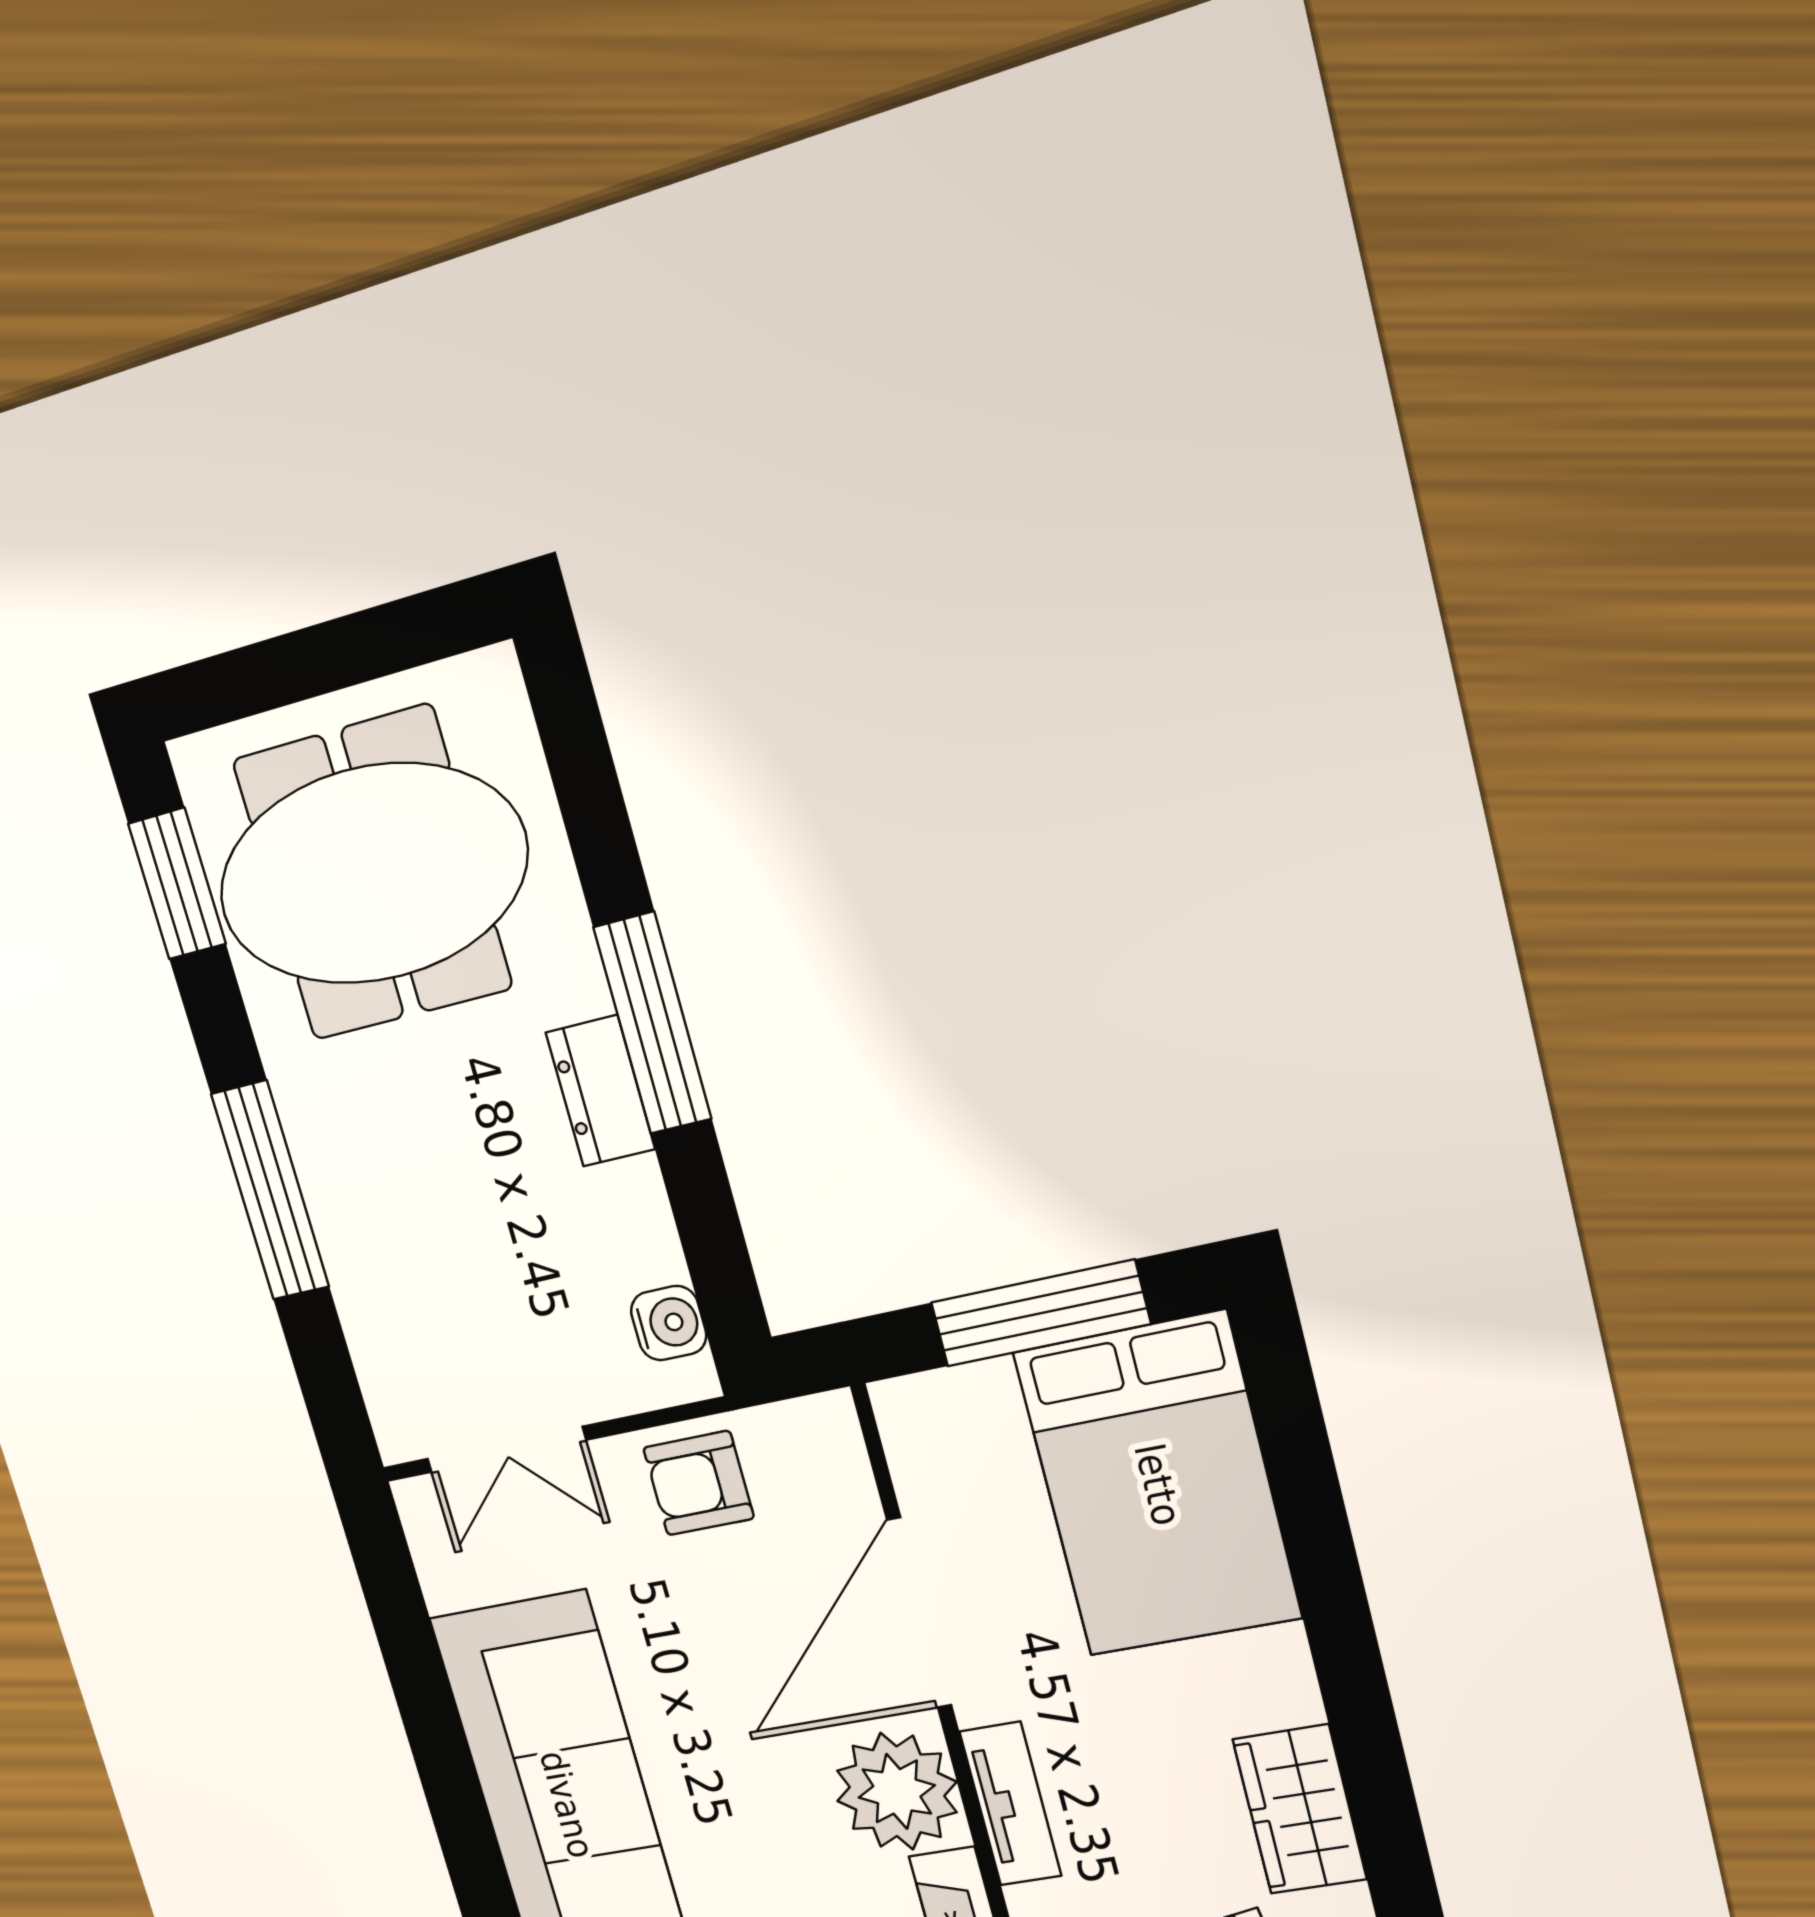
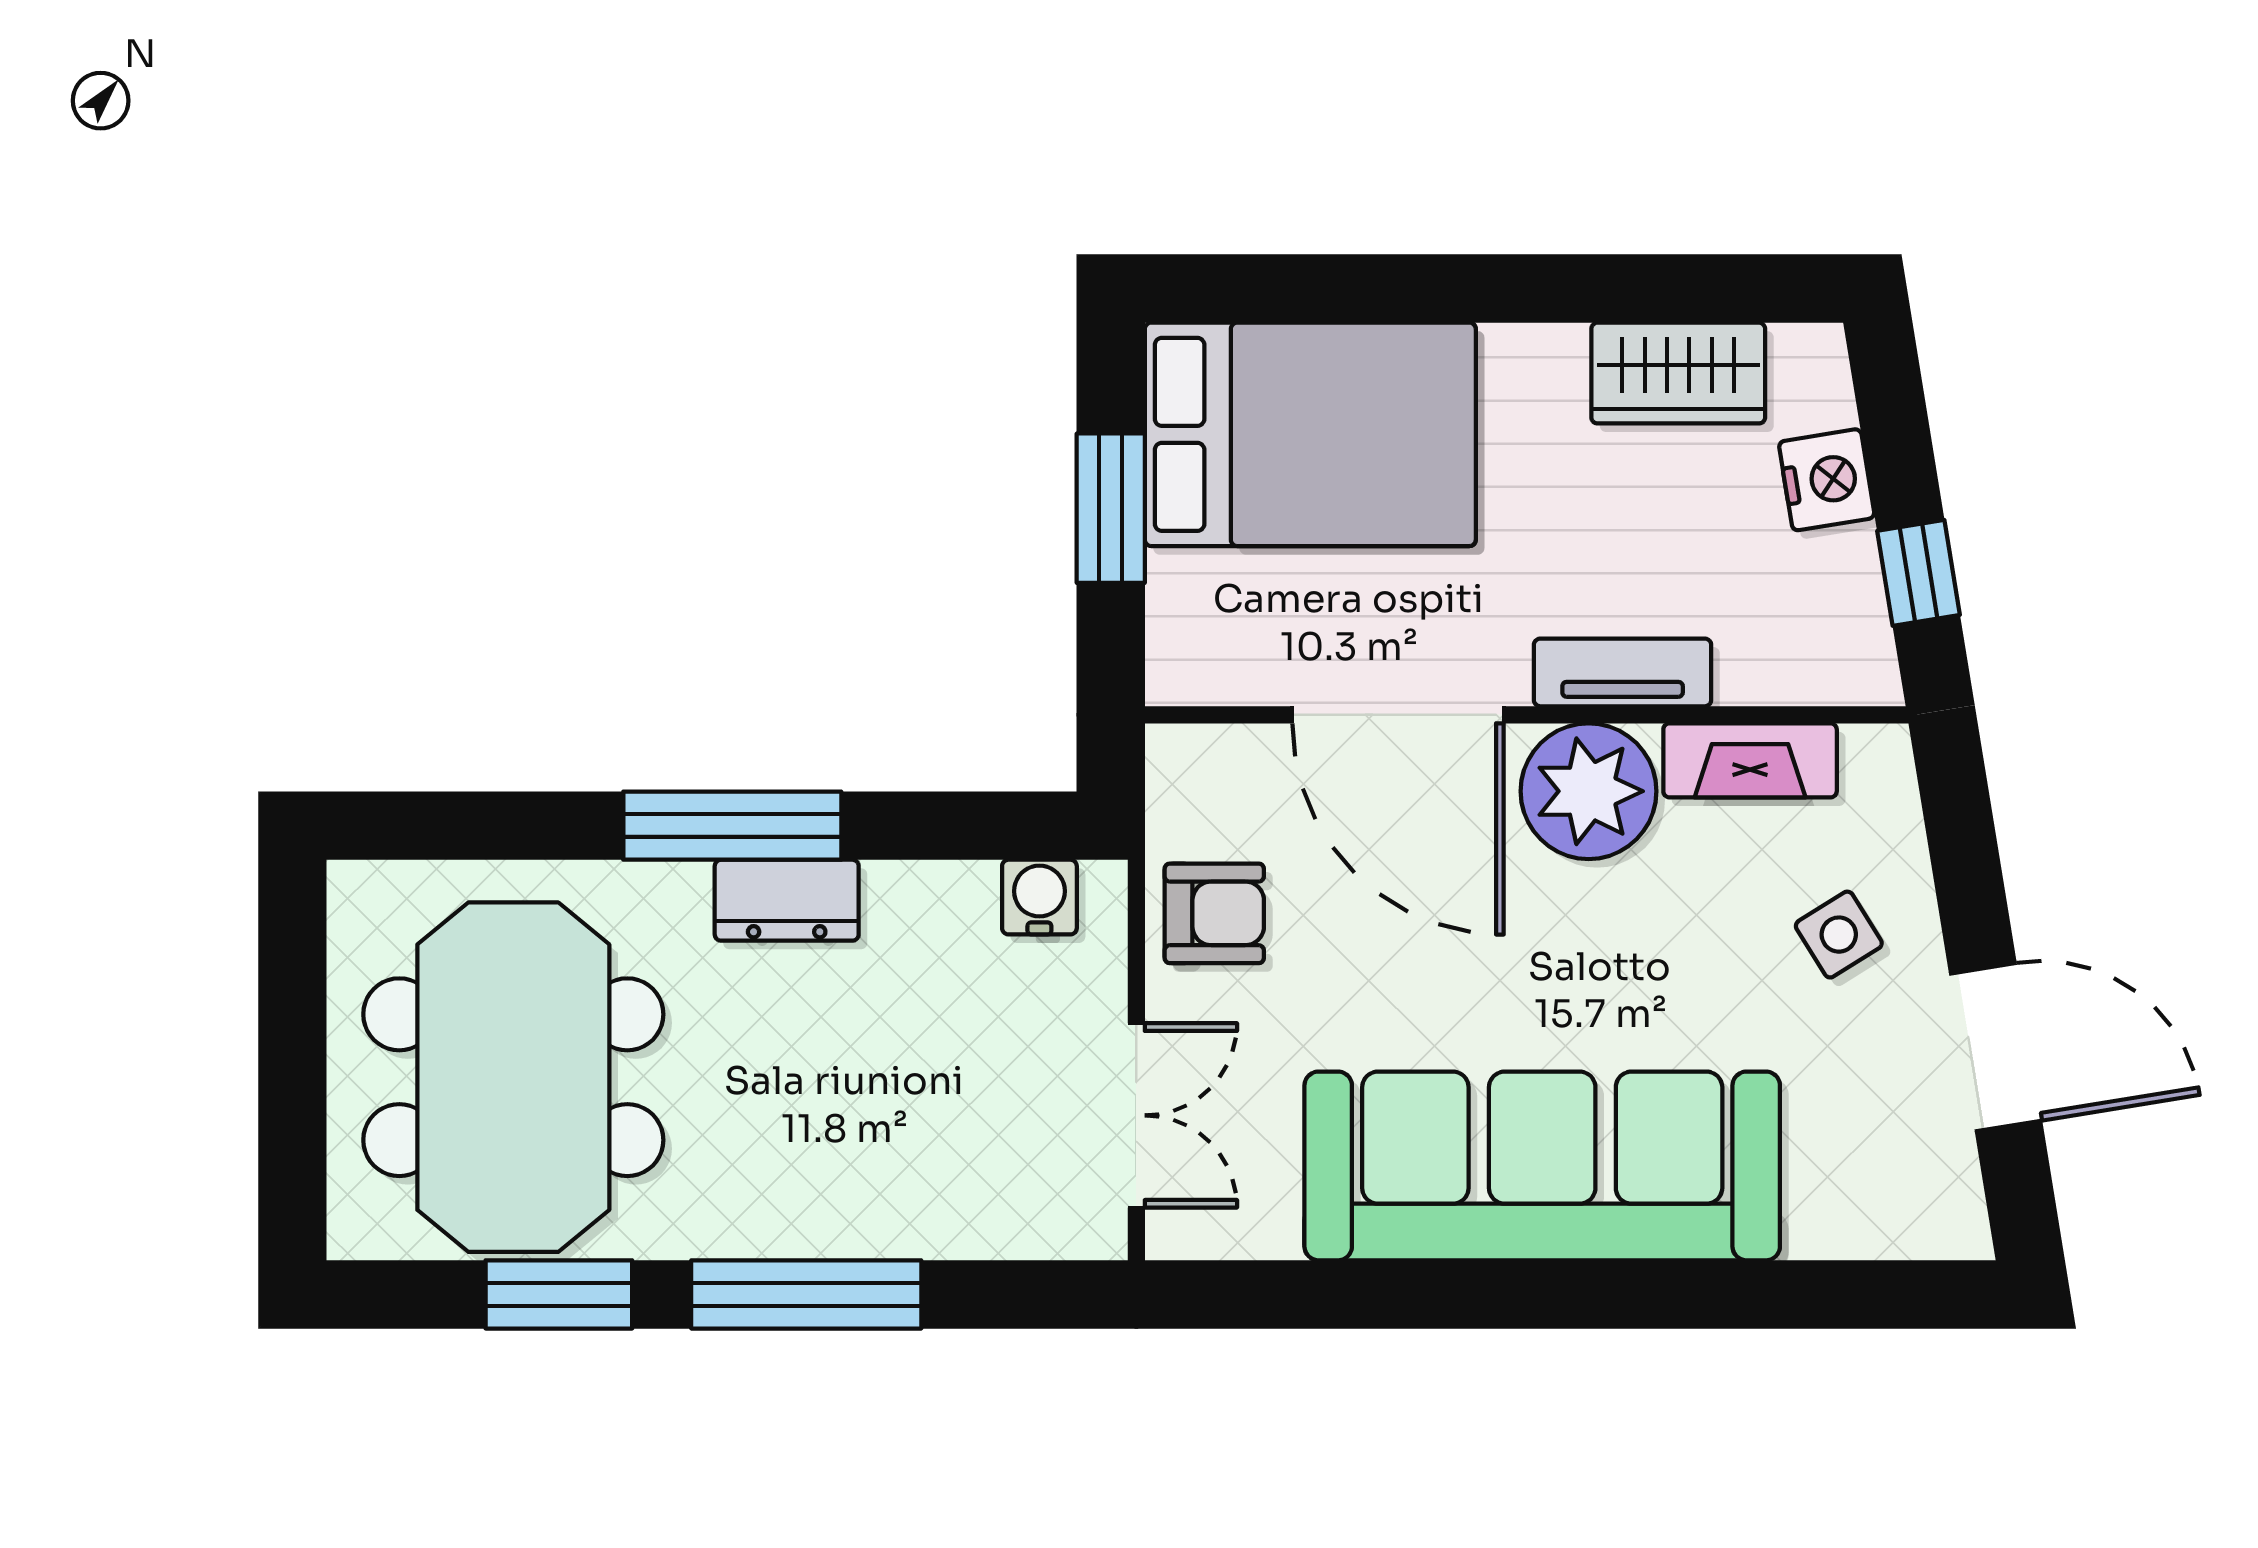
window: (177, 884) -> (559, 1294), moved
window: (1040, 1313) -> (1111, 508), width x0.69
armchair: (699, 1483) -> (1214, 913), turned -90

